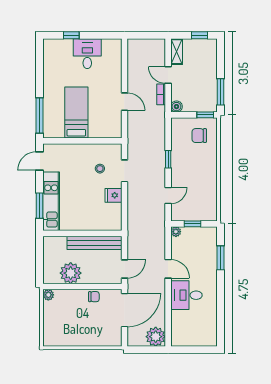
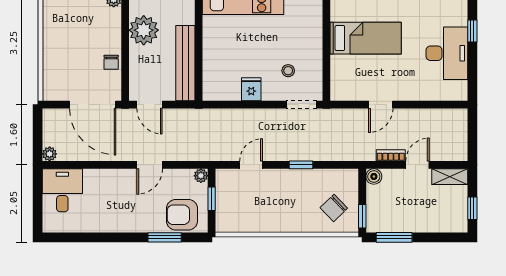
desk: (87, 54) -> (447, 53), width x1.37
chair: (199, 136) -> (334, 208), turned -134
doorway: (124, 171) -> (301, 105), moved
door: (168, 195) -> (251, 165), swing flipped
armchair: (204, 245) -> (182, 215), added
desk: (186, 295) -> (62, 190), moved
plant: (156, 337) -> (50, 154), width x0.53, depth x0.53

